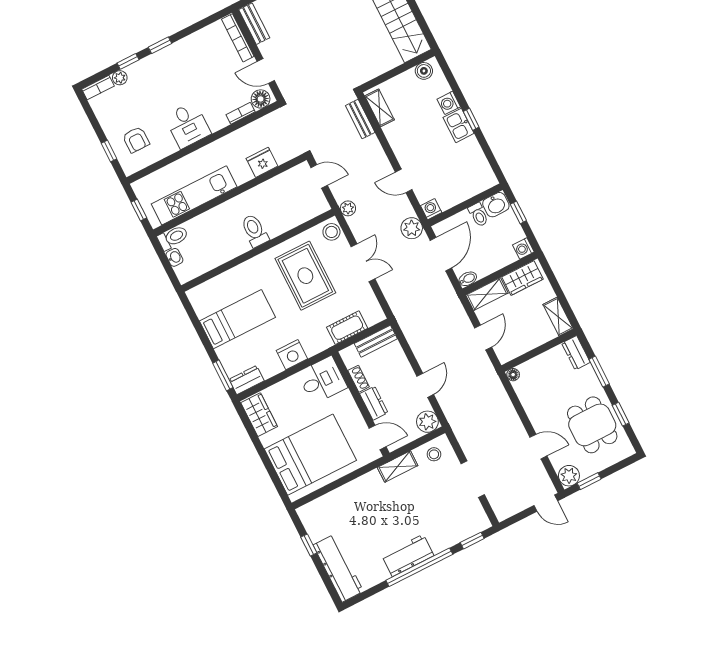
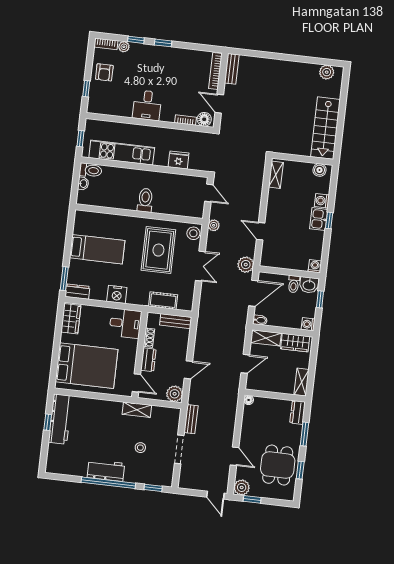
bench: (360, 119) -> (191, 419), moved
armchair: (136, 140) -> (104, 72), moved
washing machine: (431, 209) -> (315, 266), moved
stool: (434, 454) -> (140, 448), moved
workbench: (338, 568) -> (60, 419), moved

